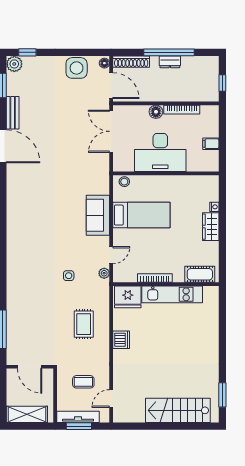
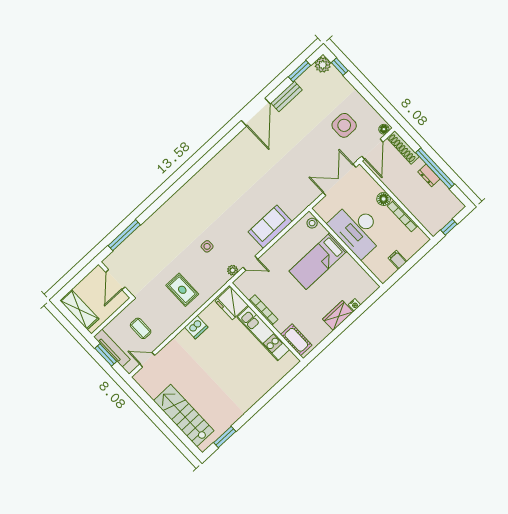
side table: (77, 68) -> (344, 125), moved
bed: (141, 215) -> (318, 261), moved, turned 90
rug: (84, 324) -> (182, 290), turned 90

